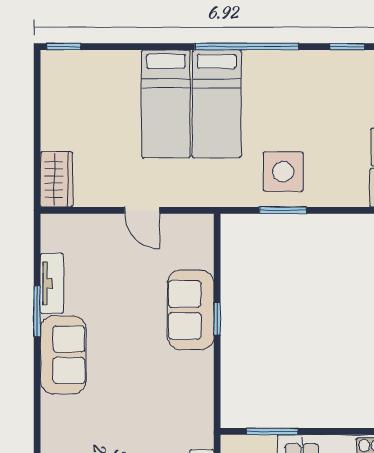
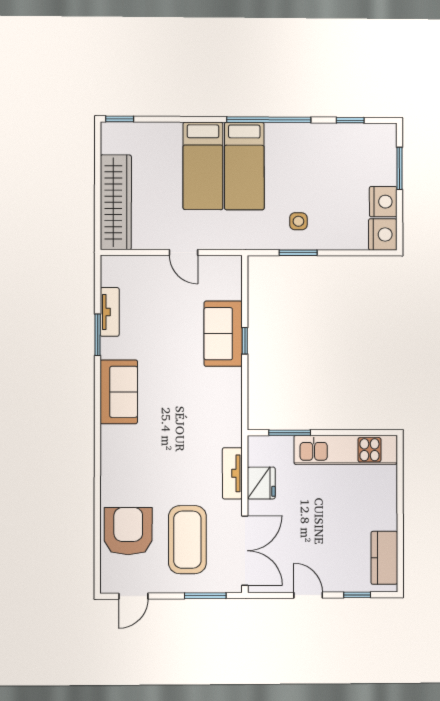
side table: (283, 172) -> (298, 221), width x0.54, depth x0.54
wardrobe: (56, 179) -> (116, 202), width x2.10, depth x1.17
sofa: (63, 355) -> (119, 392), moved

